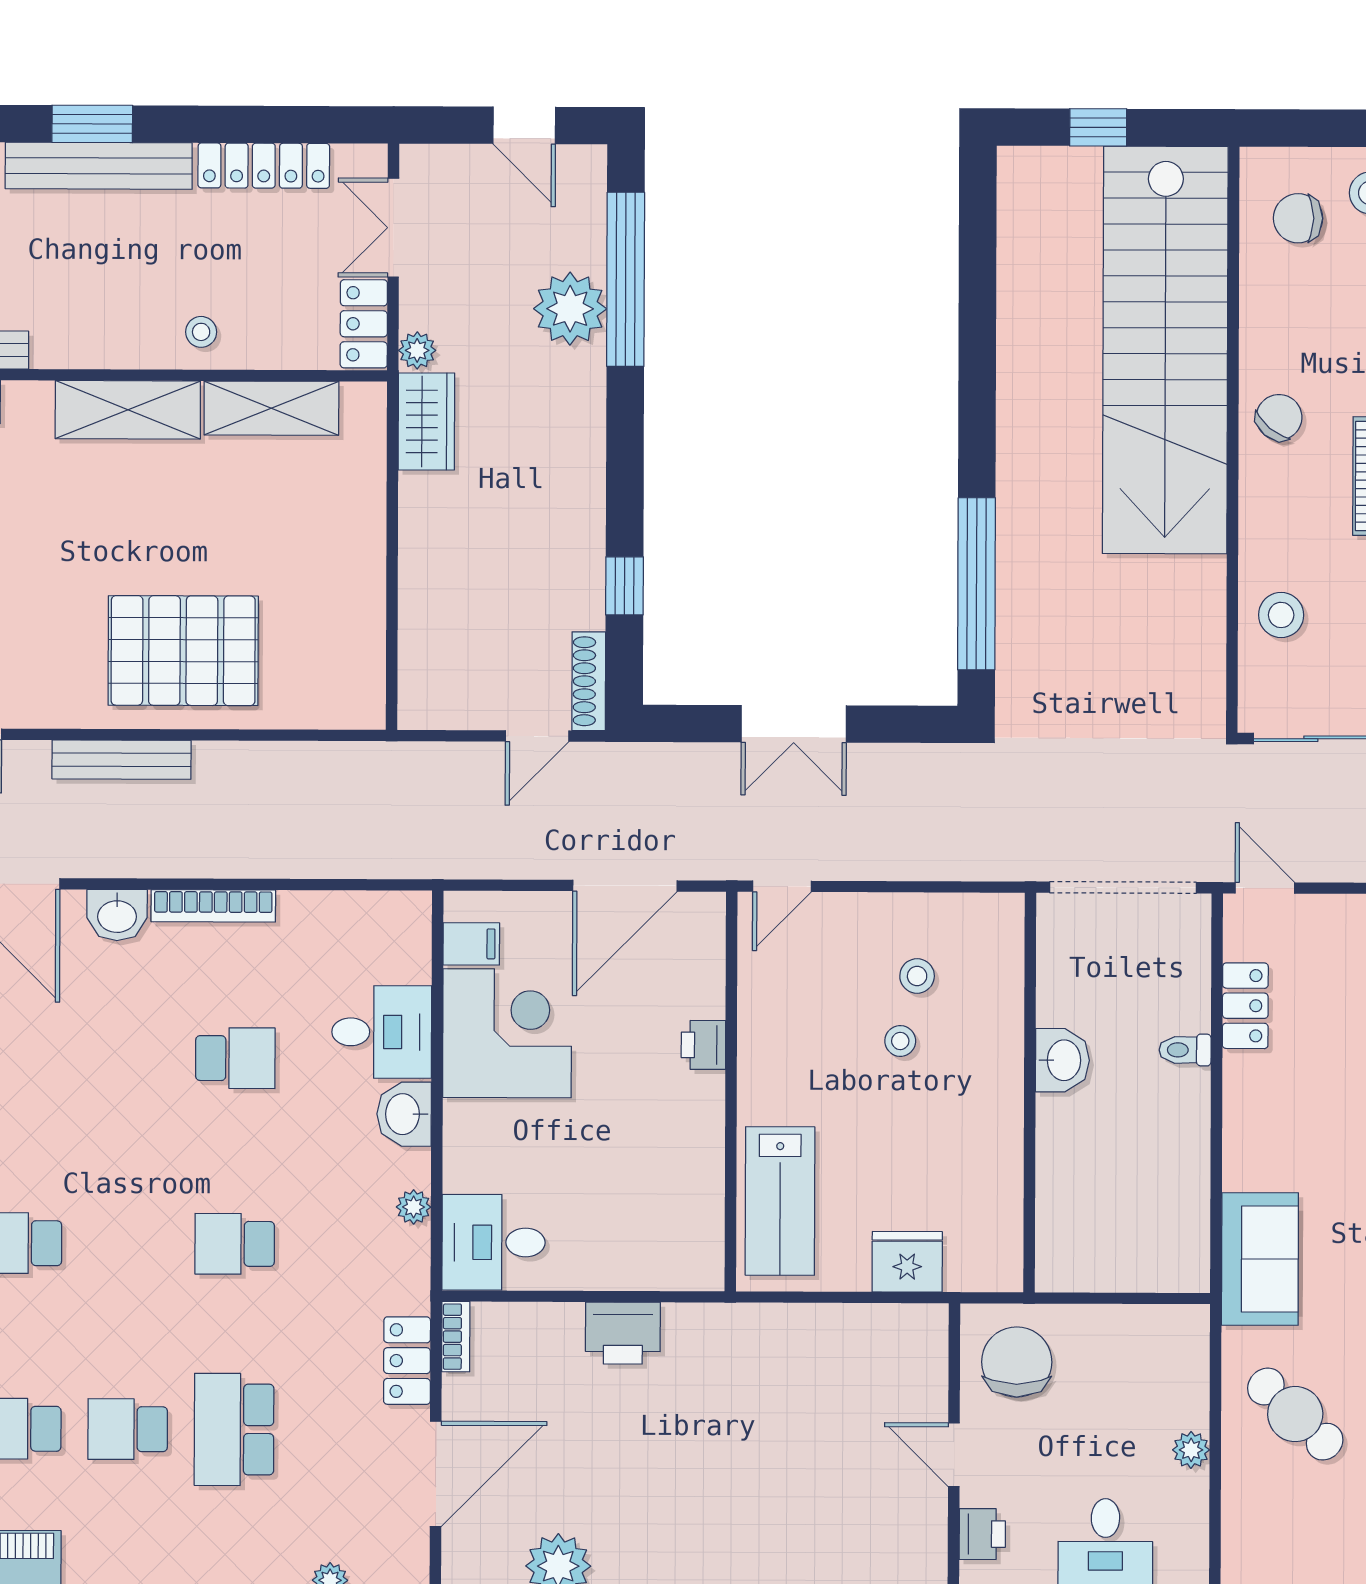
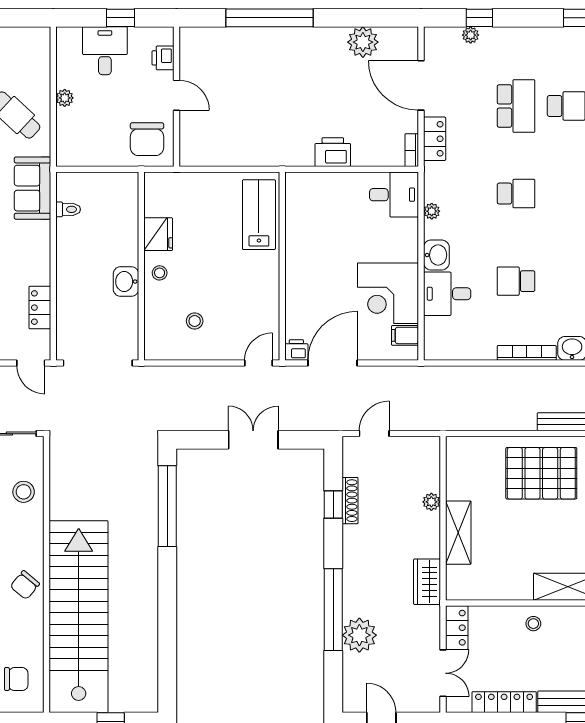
window: (626, 279) -> (333, 610), moved
plant: (417, 350) -> (431, 502), moved
shelving: (271, 408) -> (458, 533), moved, turned 90
shoe rack: (589, 681) -> (350, 501), moved
stool: (900, 1041) -> (160, 273), moved
printer: (703, 1045) -> (296, 350), moved, turned -90
toilet: (1185, 1050) -> (68, 209), moved
fridge: (907, 1262) -> (158, 234), moved, turned -90
door: (436, 1474) -> (421, 85), hinge flipped

